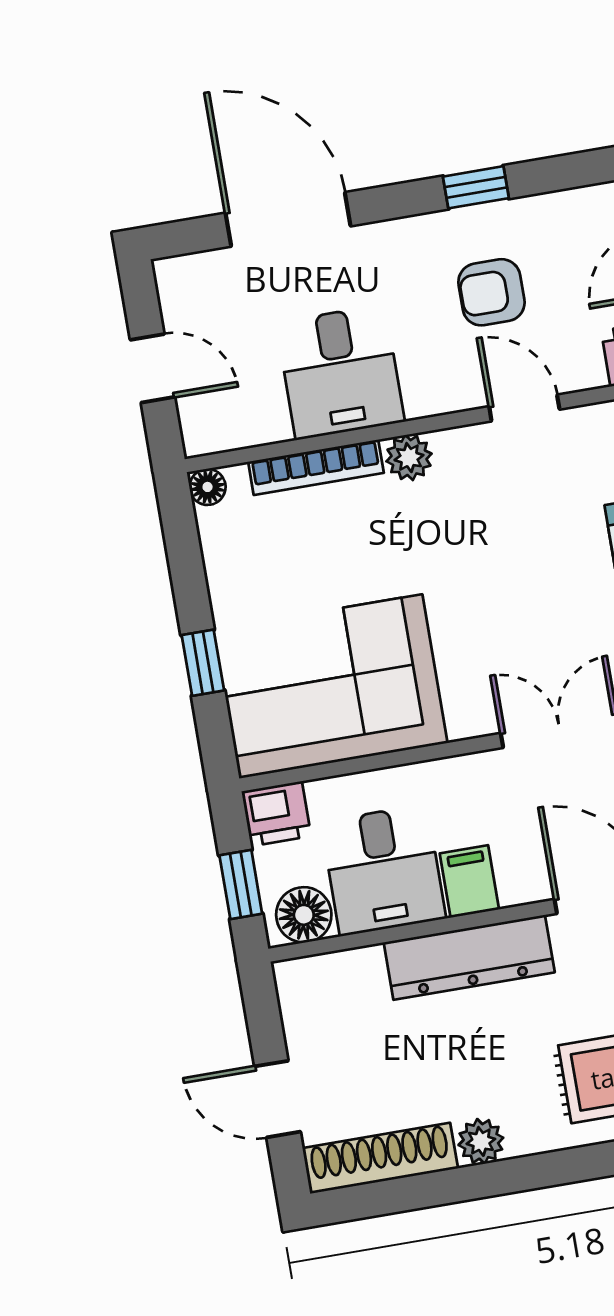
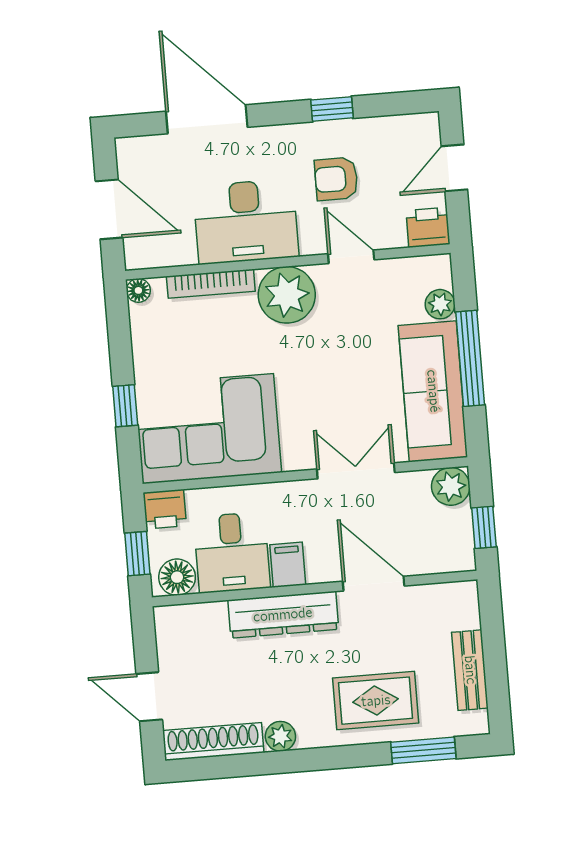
door: (153, 368) -> (109, 209), width x1.37
desk: (340, 372) -> (246, 222), width x1.37
plant: (409, 458) -> (287, 295), width x1.87, depth x1.87

